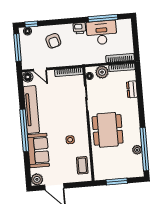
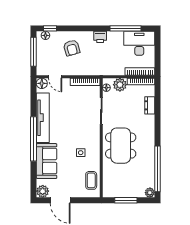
desk: (102, 33) -> (139, 43), moved
plant: (137, 150) -> (150, 193), moved

